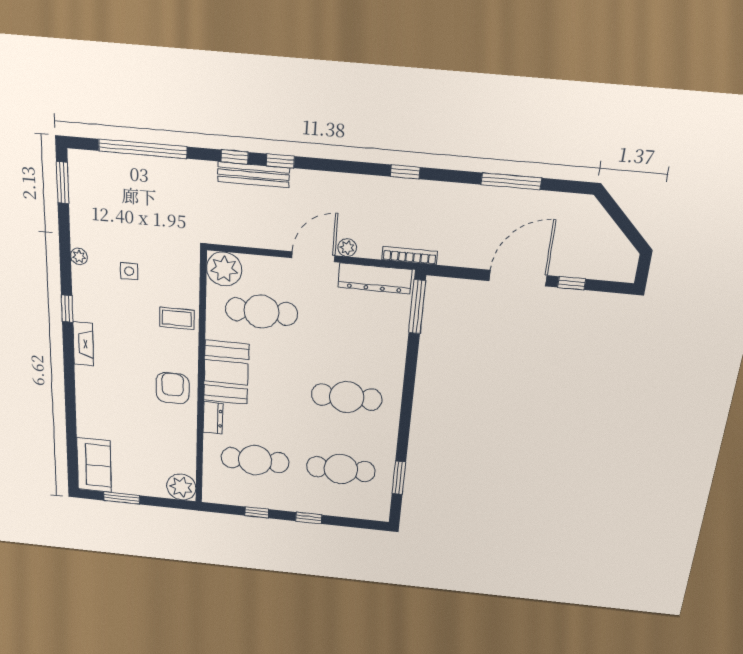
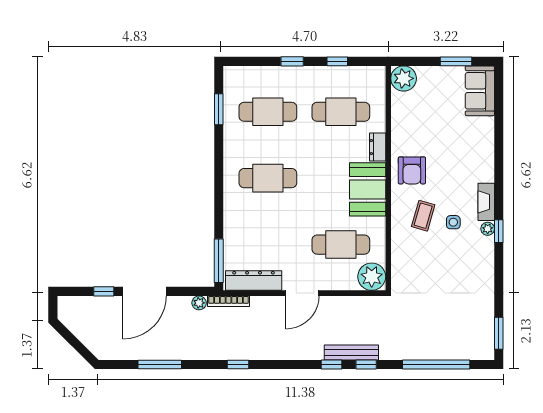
plant: (347, 248) -> (199, 303), moved
plant: (79, 256) -> (488, 229), moved
side table: (129, 271) -> (453, 222), moved
coffee table: (177, 318) -> (423, 216), moved, turned -74

